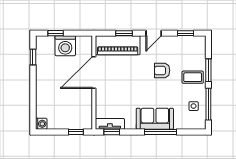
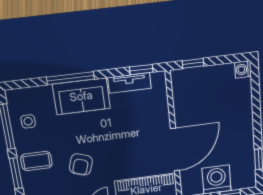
armchair: (162, 70) -> (81, 164), turned 109
tv unit: (110, 124) -> (130, 83), moved

